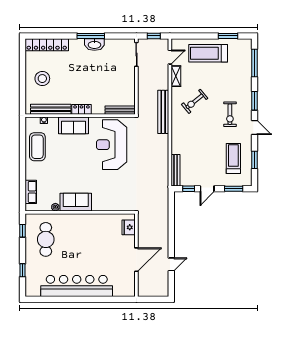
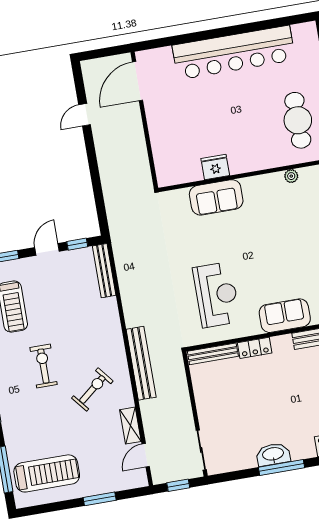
window: (228, 36) -> (100, 499), moved
treadmill: (208, 53) -> (47, 473), moved
locker: (81, 109) -> (255, 348), moved
exercise bike: (230, 114) -> (43, 366), moved
reception desk: (112, 145) -> (216, 295), width x0.74, depth x0.77
sofa: (76, 202) -> (216, 197), moved
fridge: (129, 227) -> (215, 167), moved, turned -90
door: (136, 260) -> (138, 81), moved

